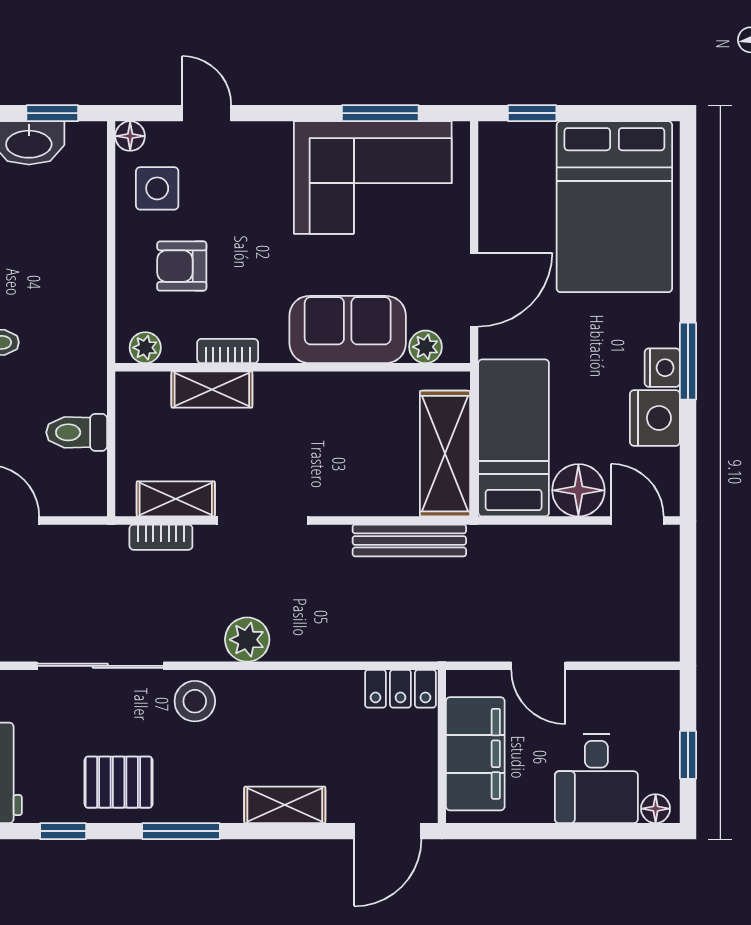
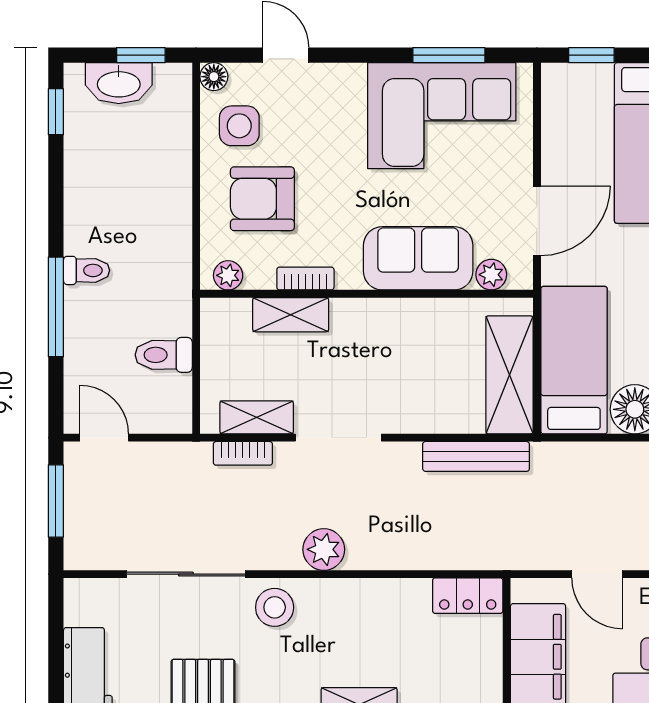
armchair: (182, 266) -> (262, 199), width x1.38, depth x1.38

